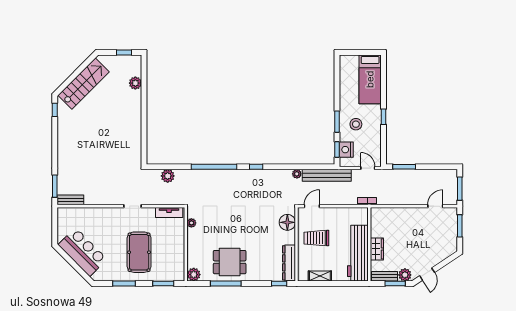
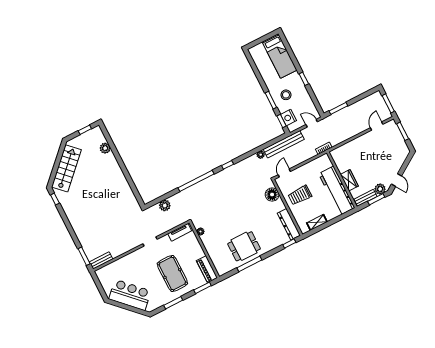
piano: (178, 266) -> (207, 269), added
plant: (194, 275) -> (222, 269), removed

